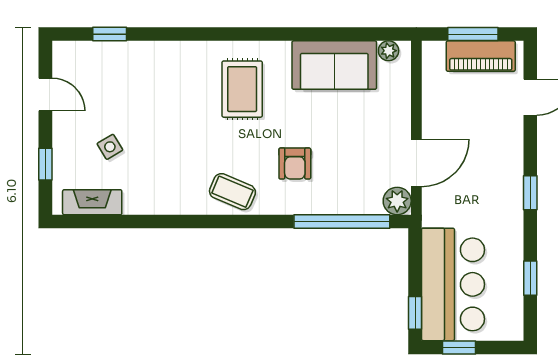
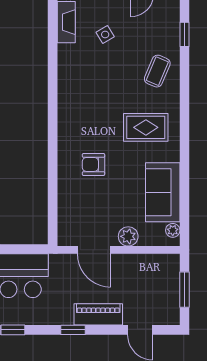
piano: (481, 56) -> (98, 314), moved, turned 90
coffee table: (232, 192) -> (157, 71), moved
plant: (397, 201) -> (128, 236), moved
window: (342, 222) -> (53, 198), removed

